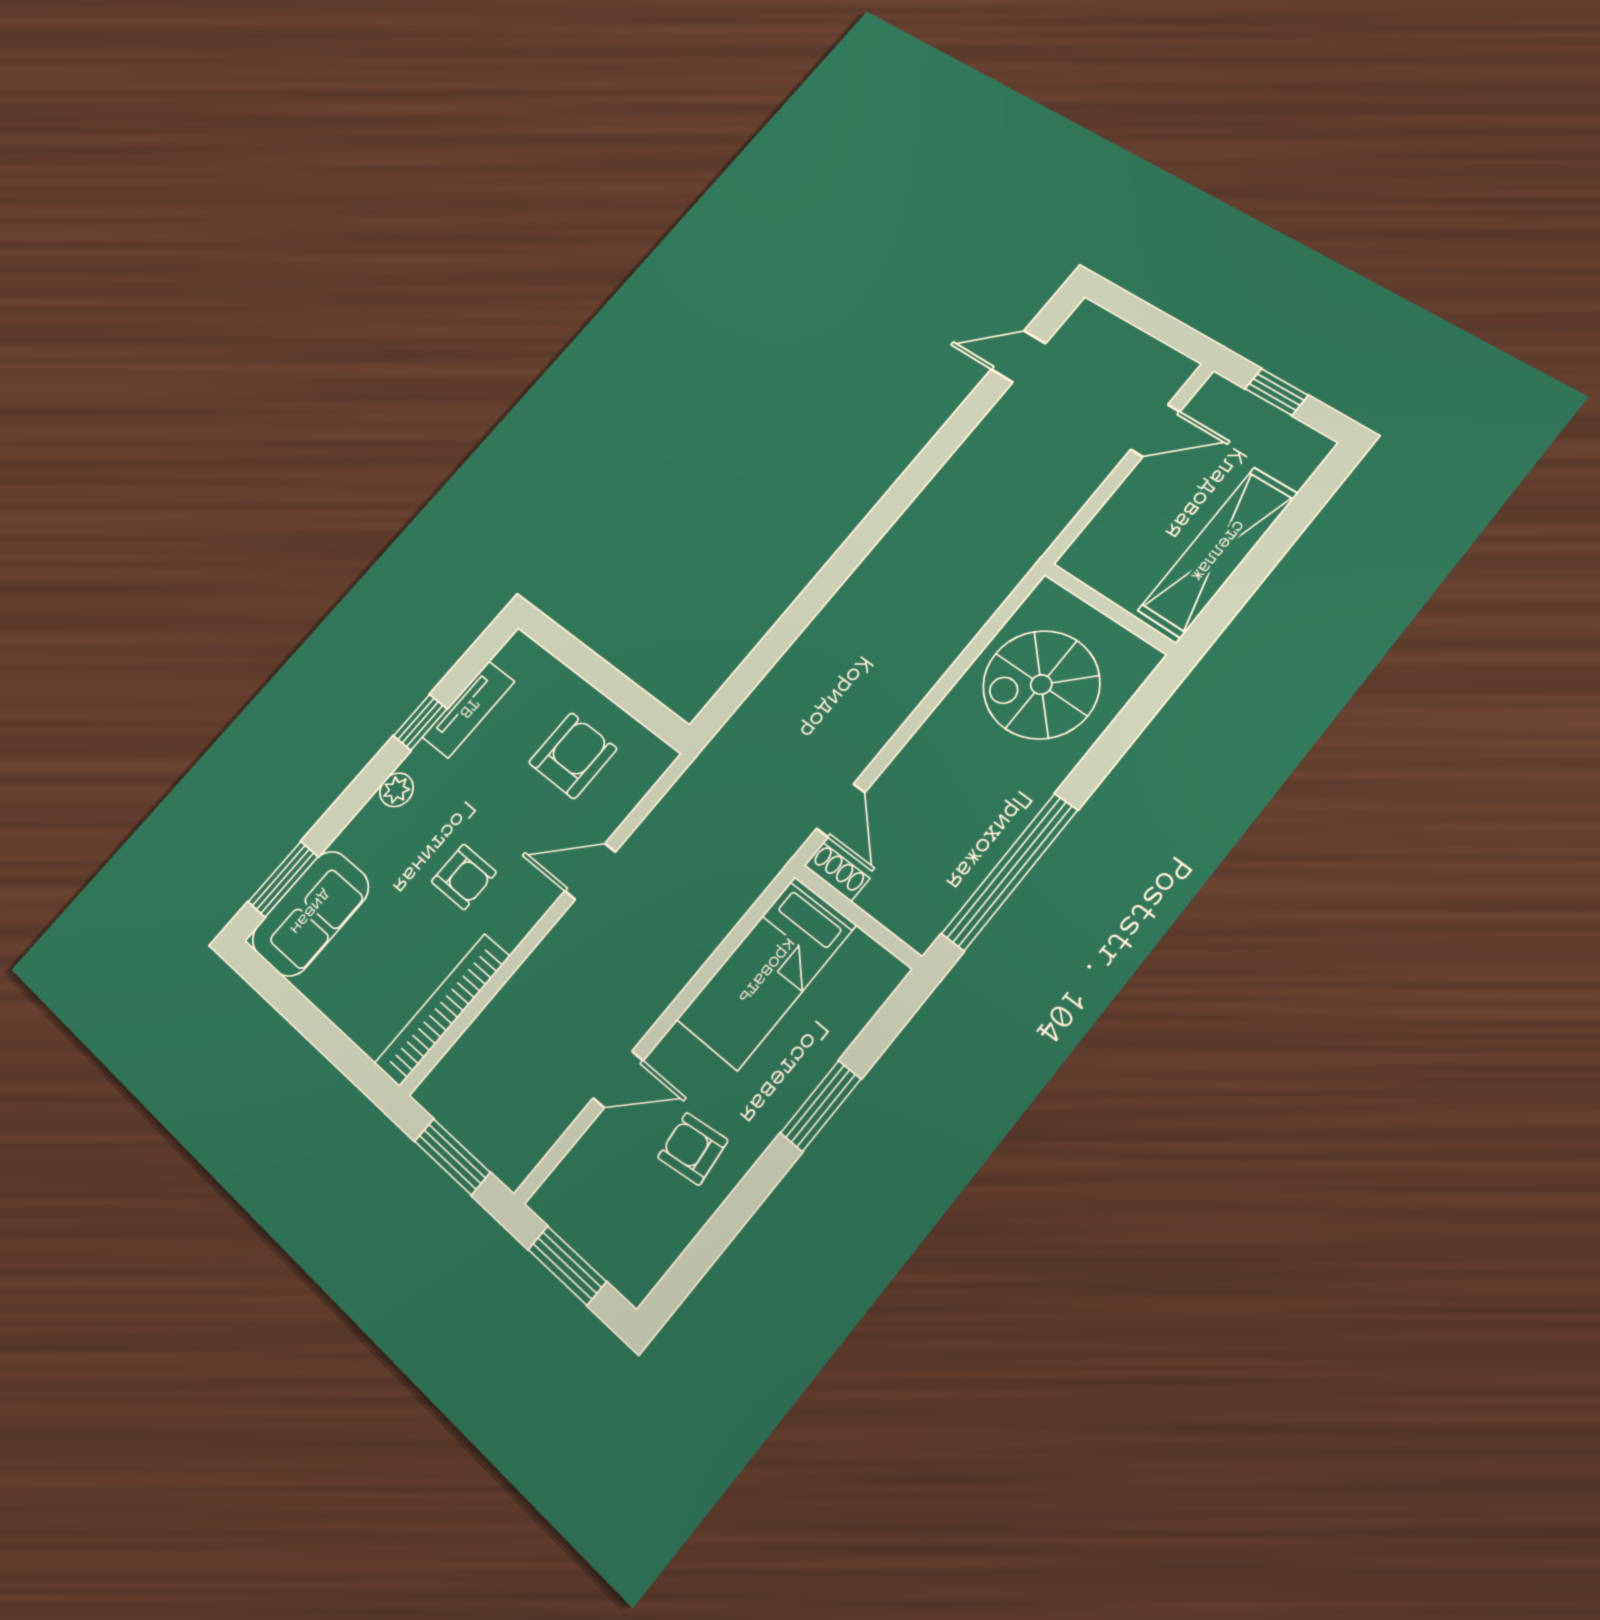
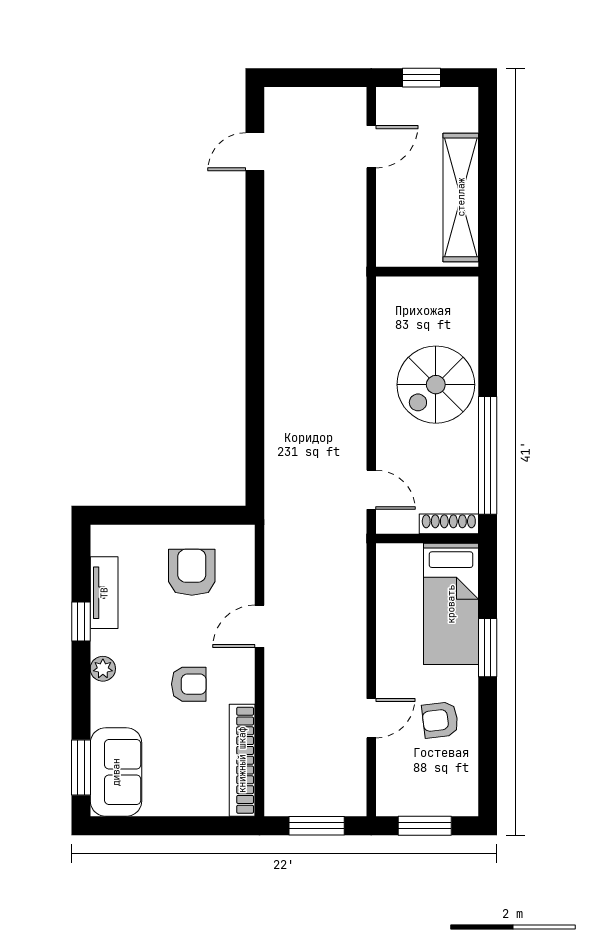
spiral stairs: (1041, 685) -> (436, 385), moved
shoe rack: (837, 872) -> (449, 524), moved, width x1.43
bed: (767, 972) -> (451, 604), moved

